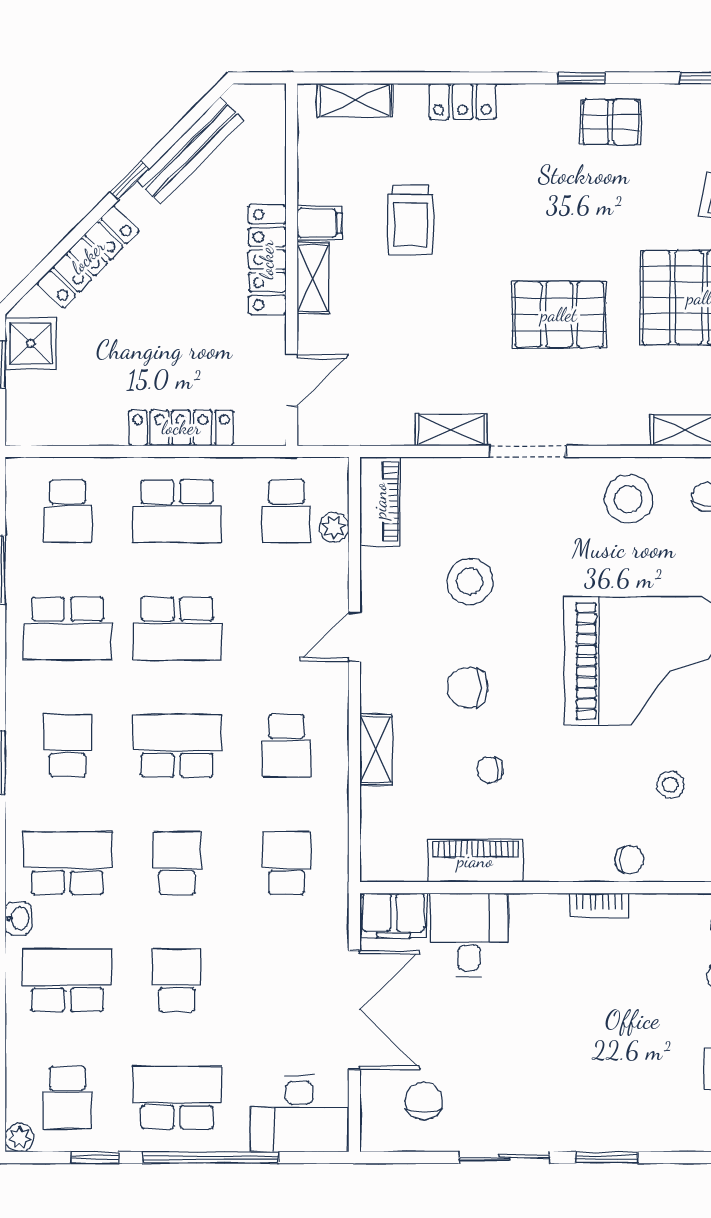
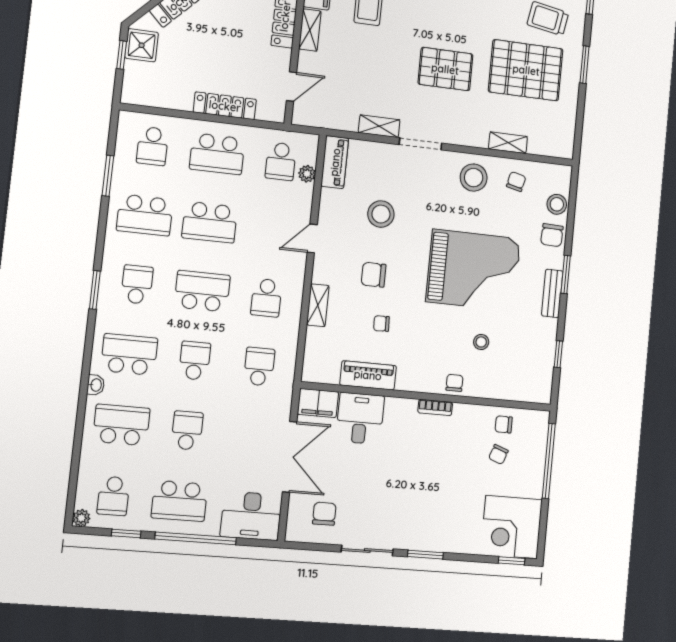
chair: (629, 860) -> (454, 383), turned -90
school desk: (177, 1098) -> (179, 501), turned 180

